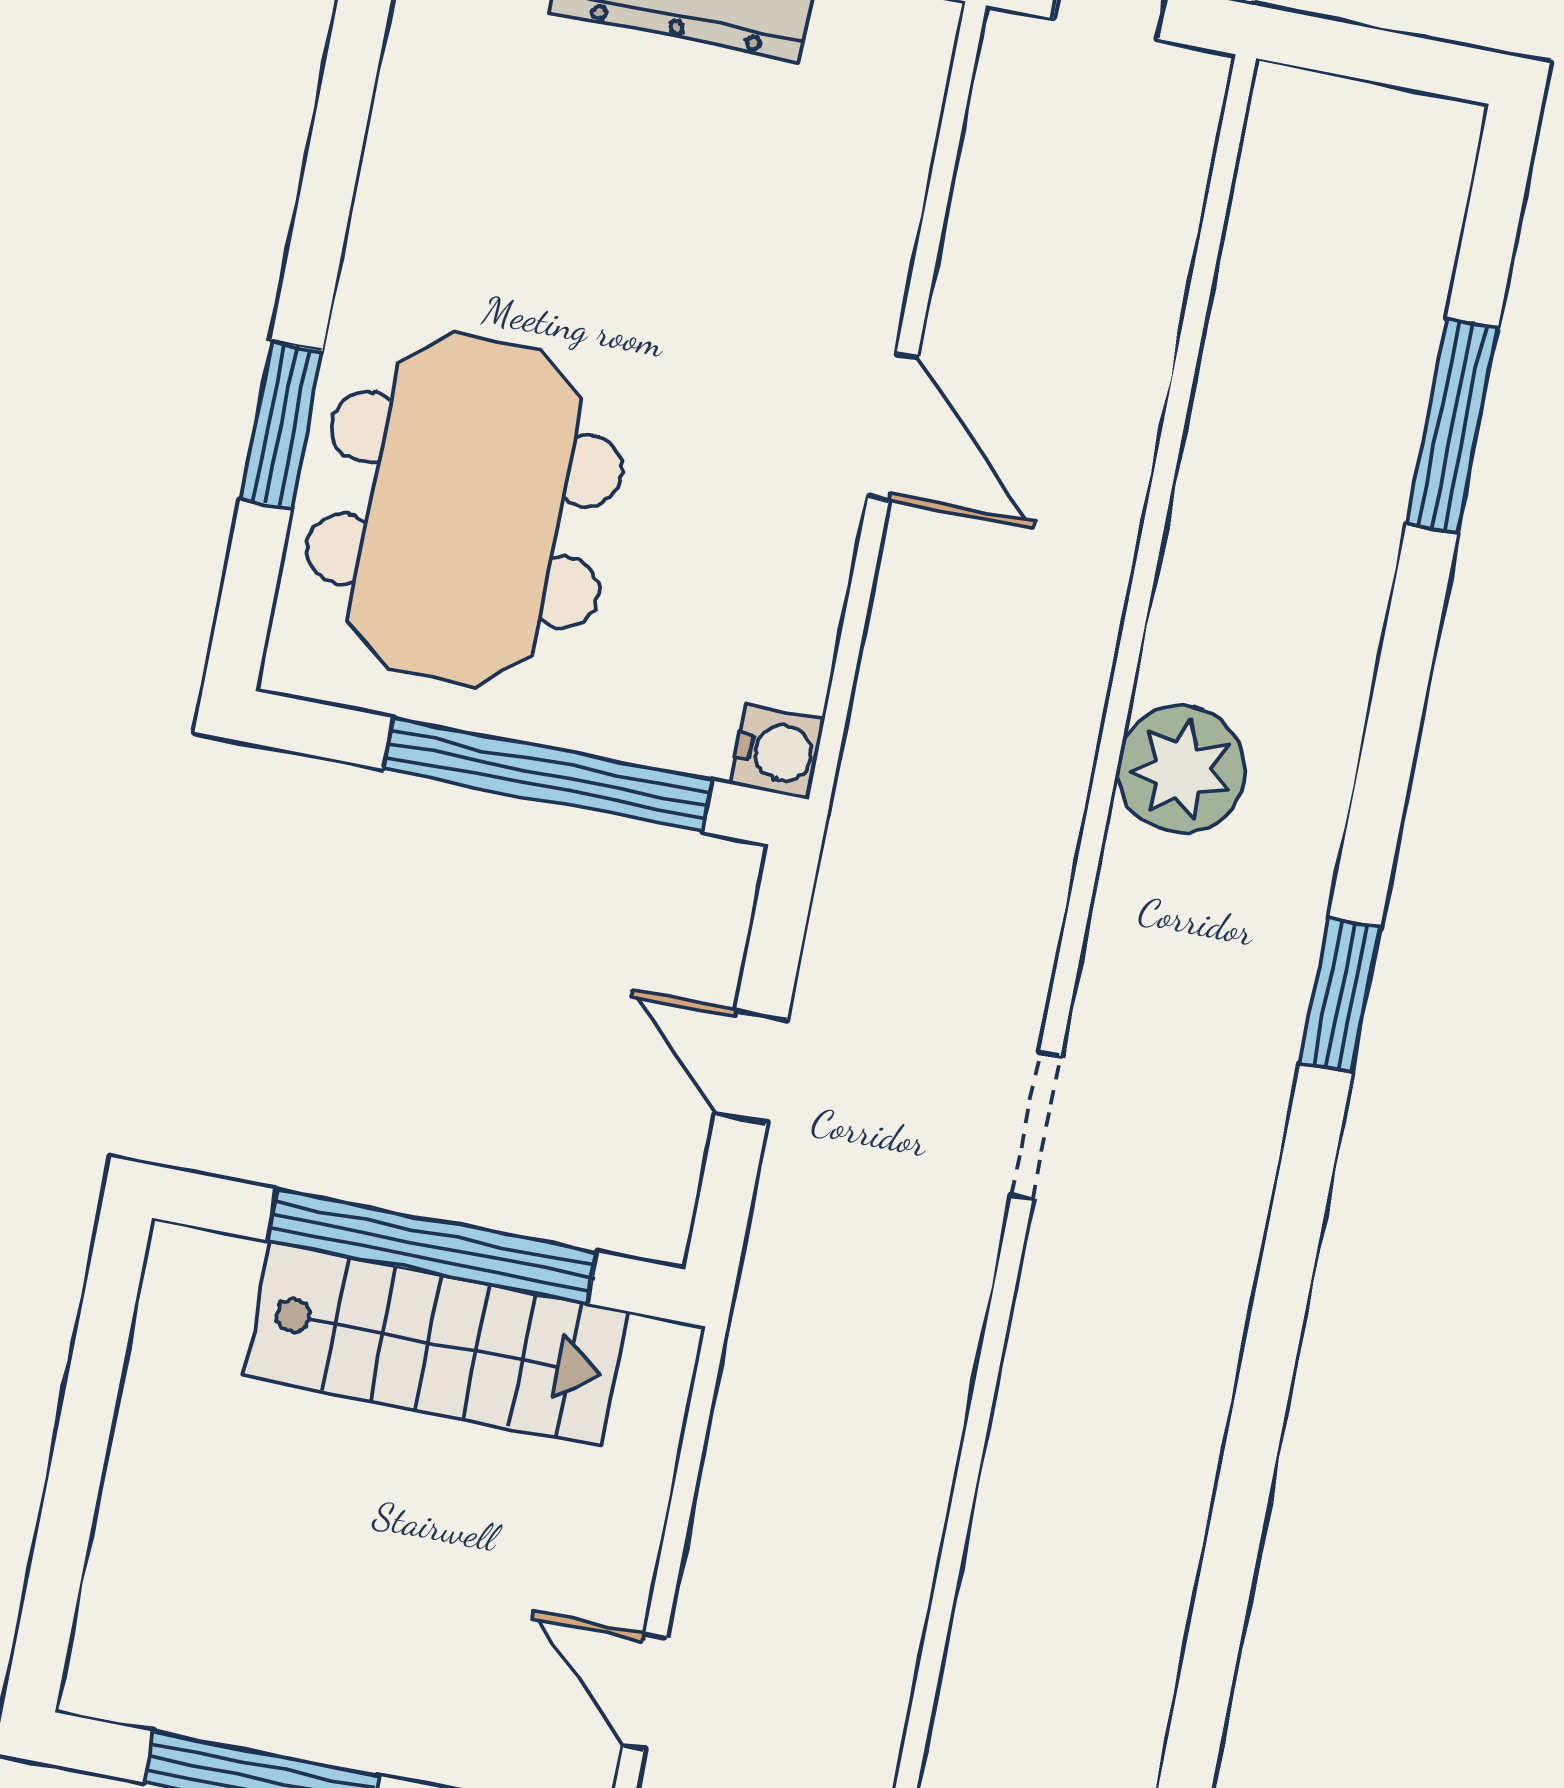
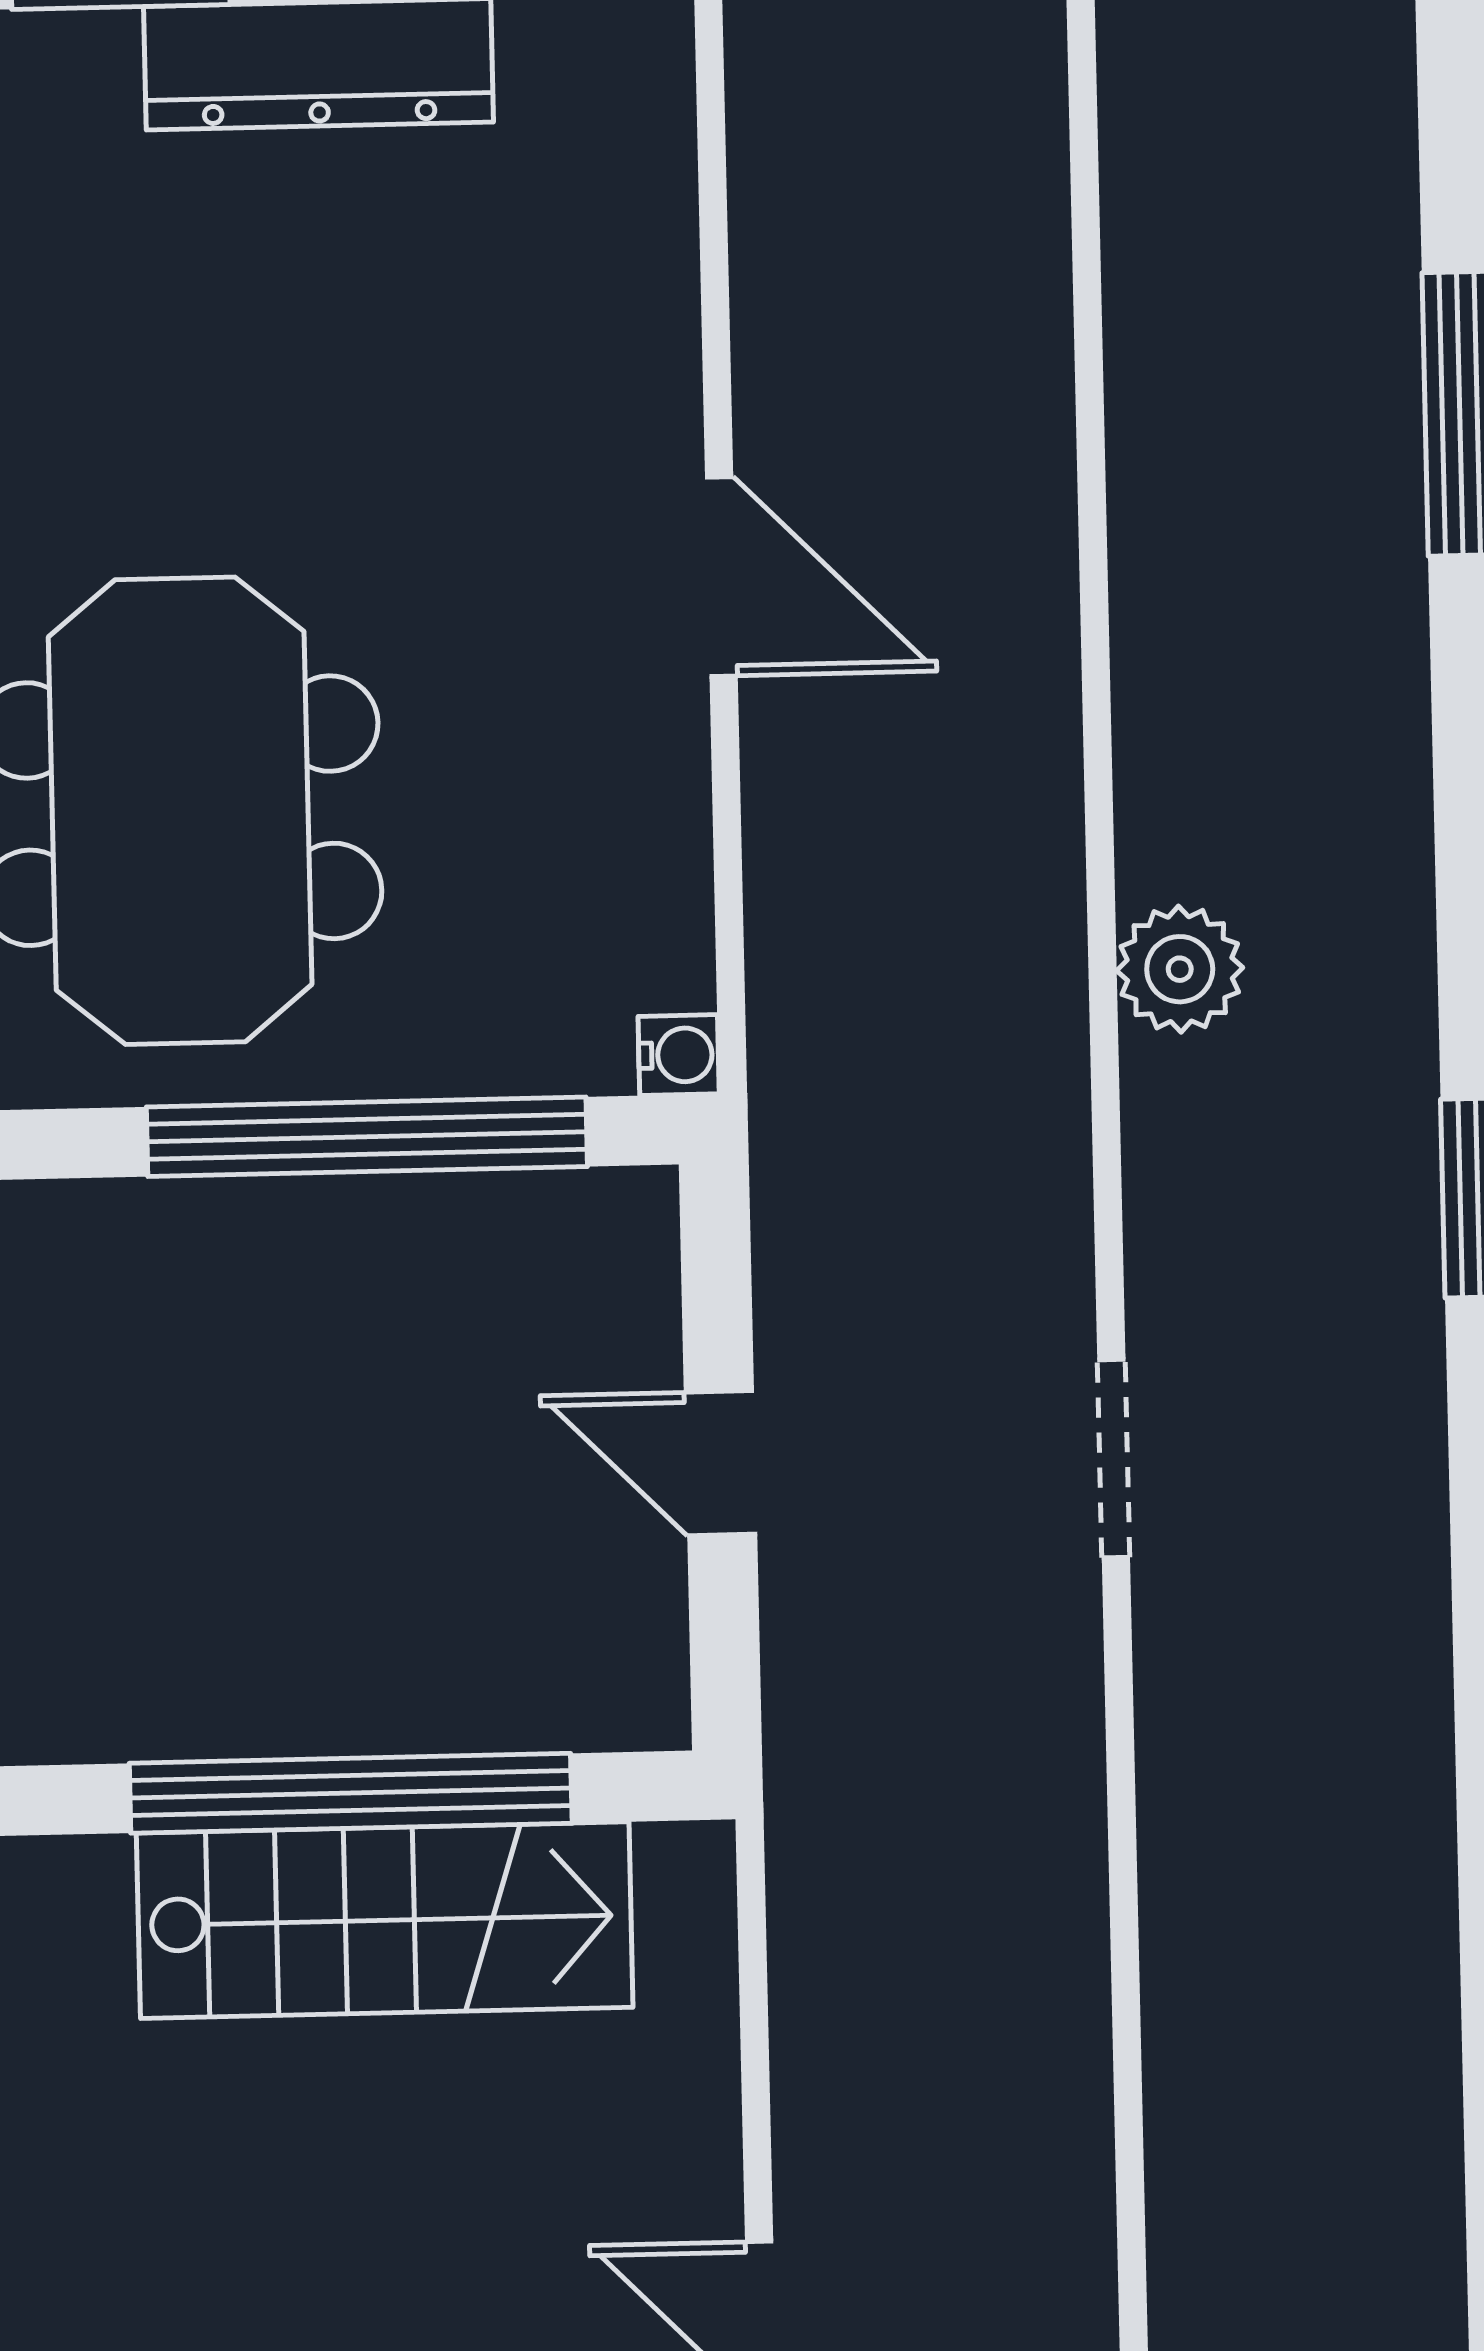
water cooler: (777, 752) -> (679, 1055), width x0.72, depth x0.72
plant: (1181, 769) -> (1180, 969), width x0.73, depth x0.73

